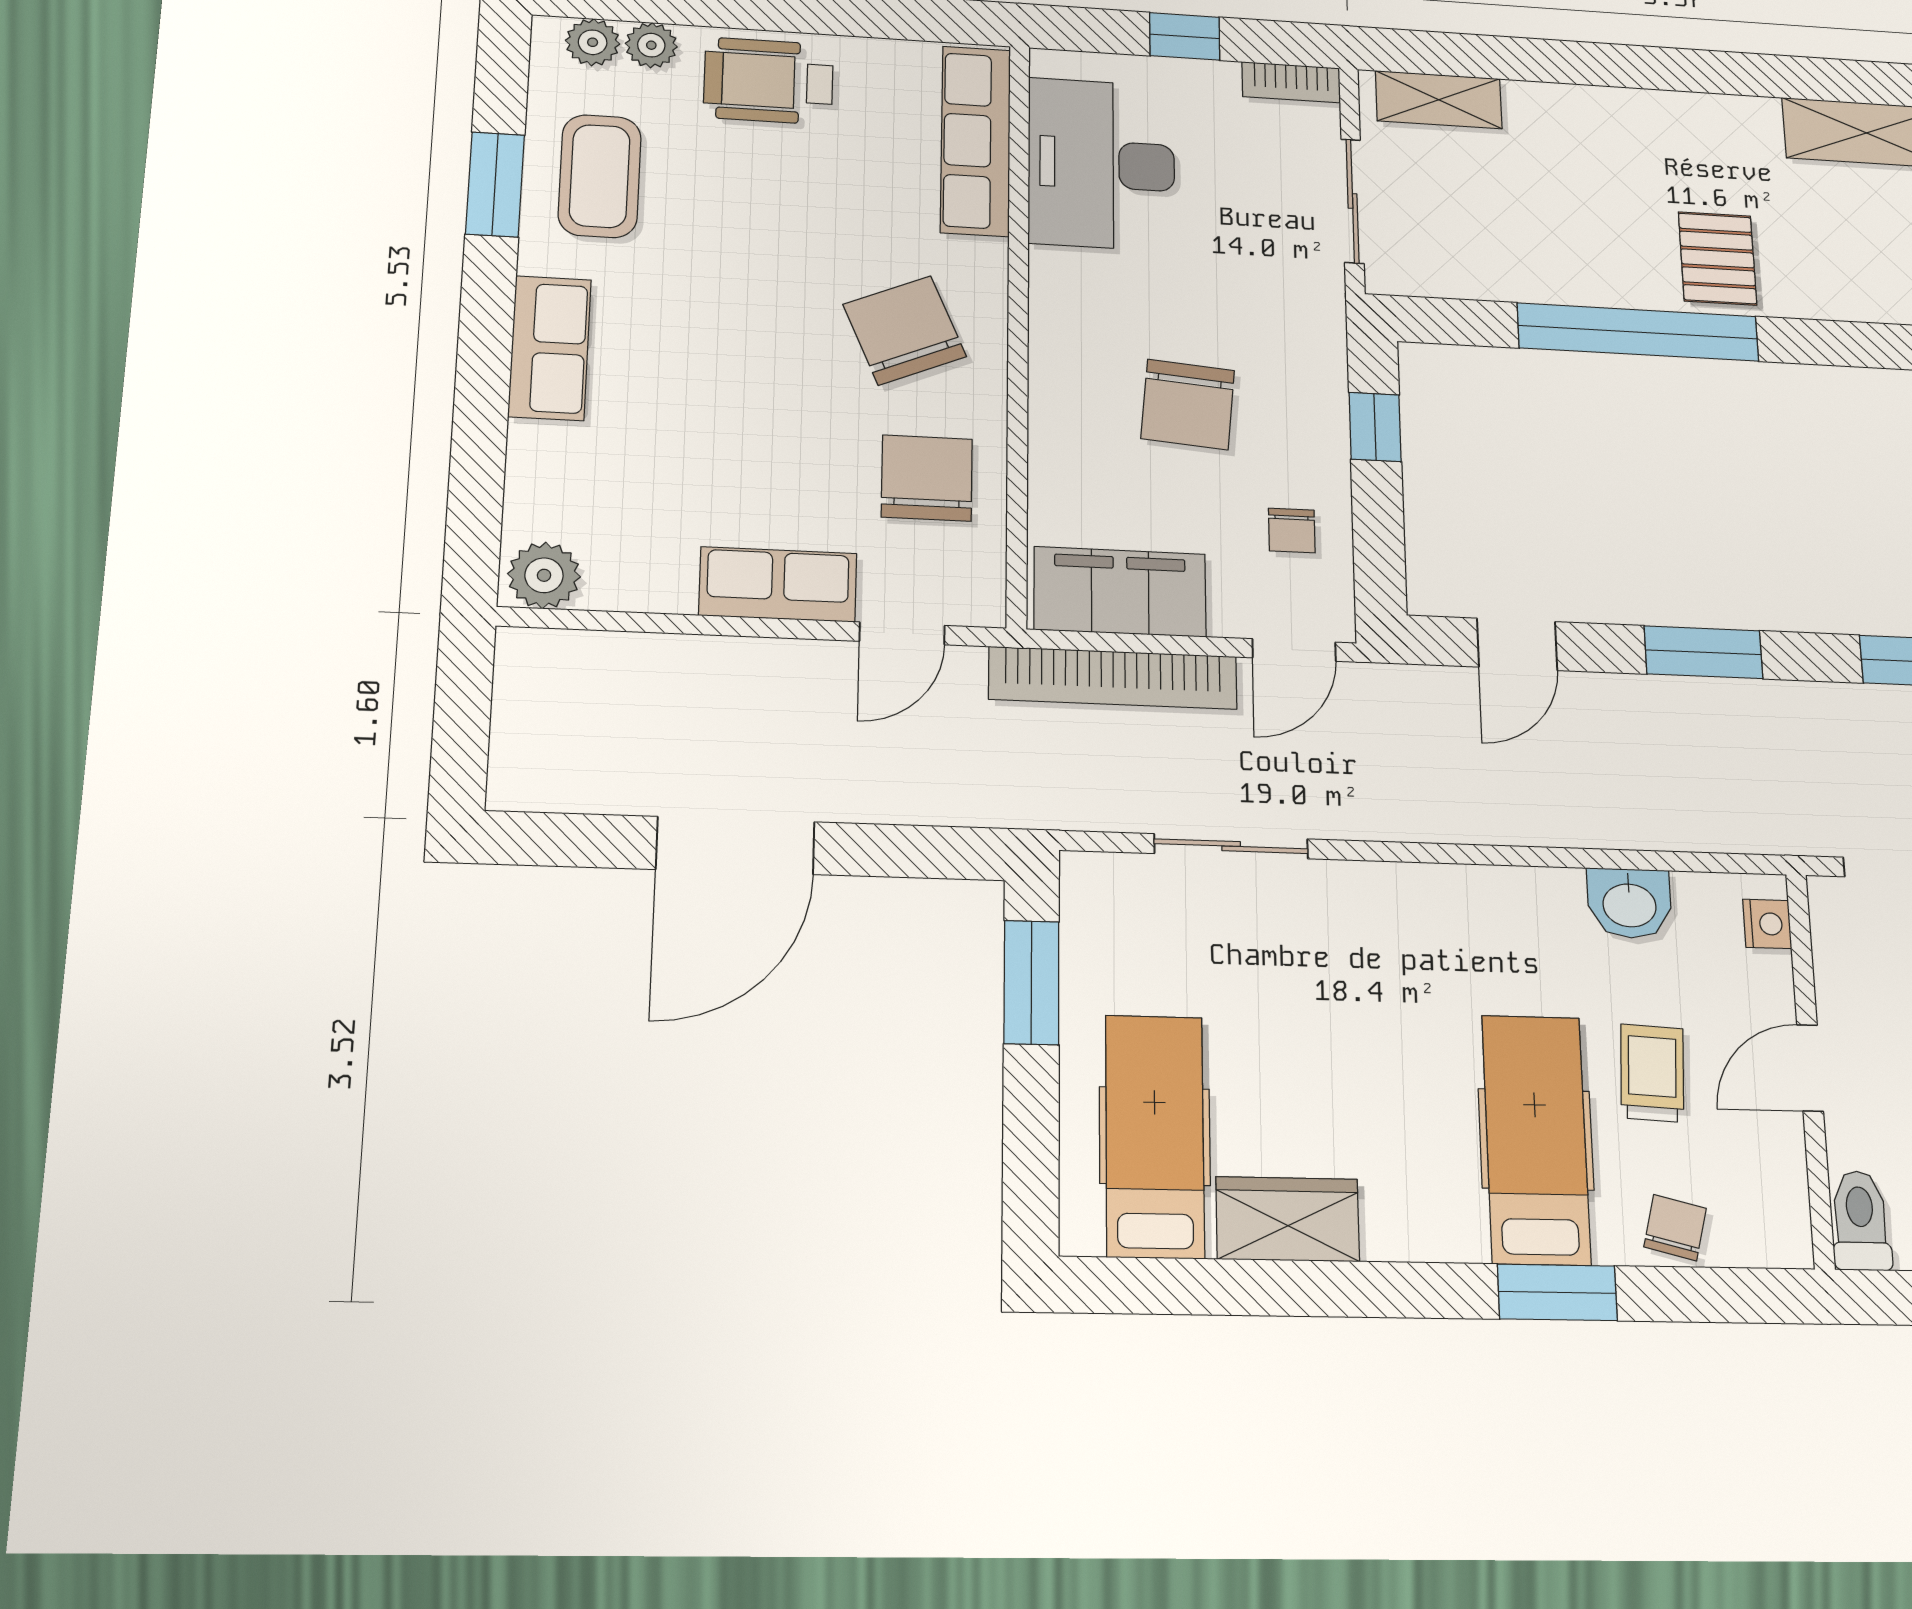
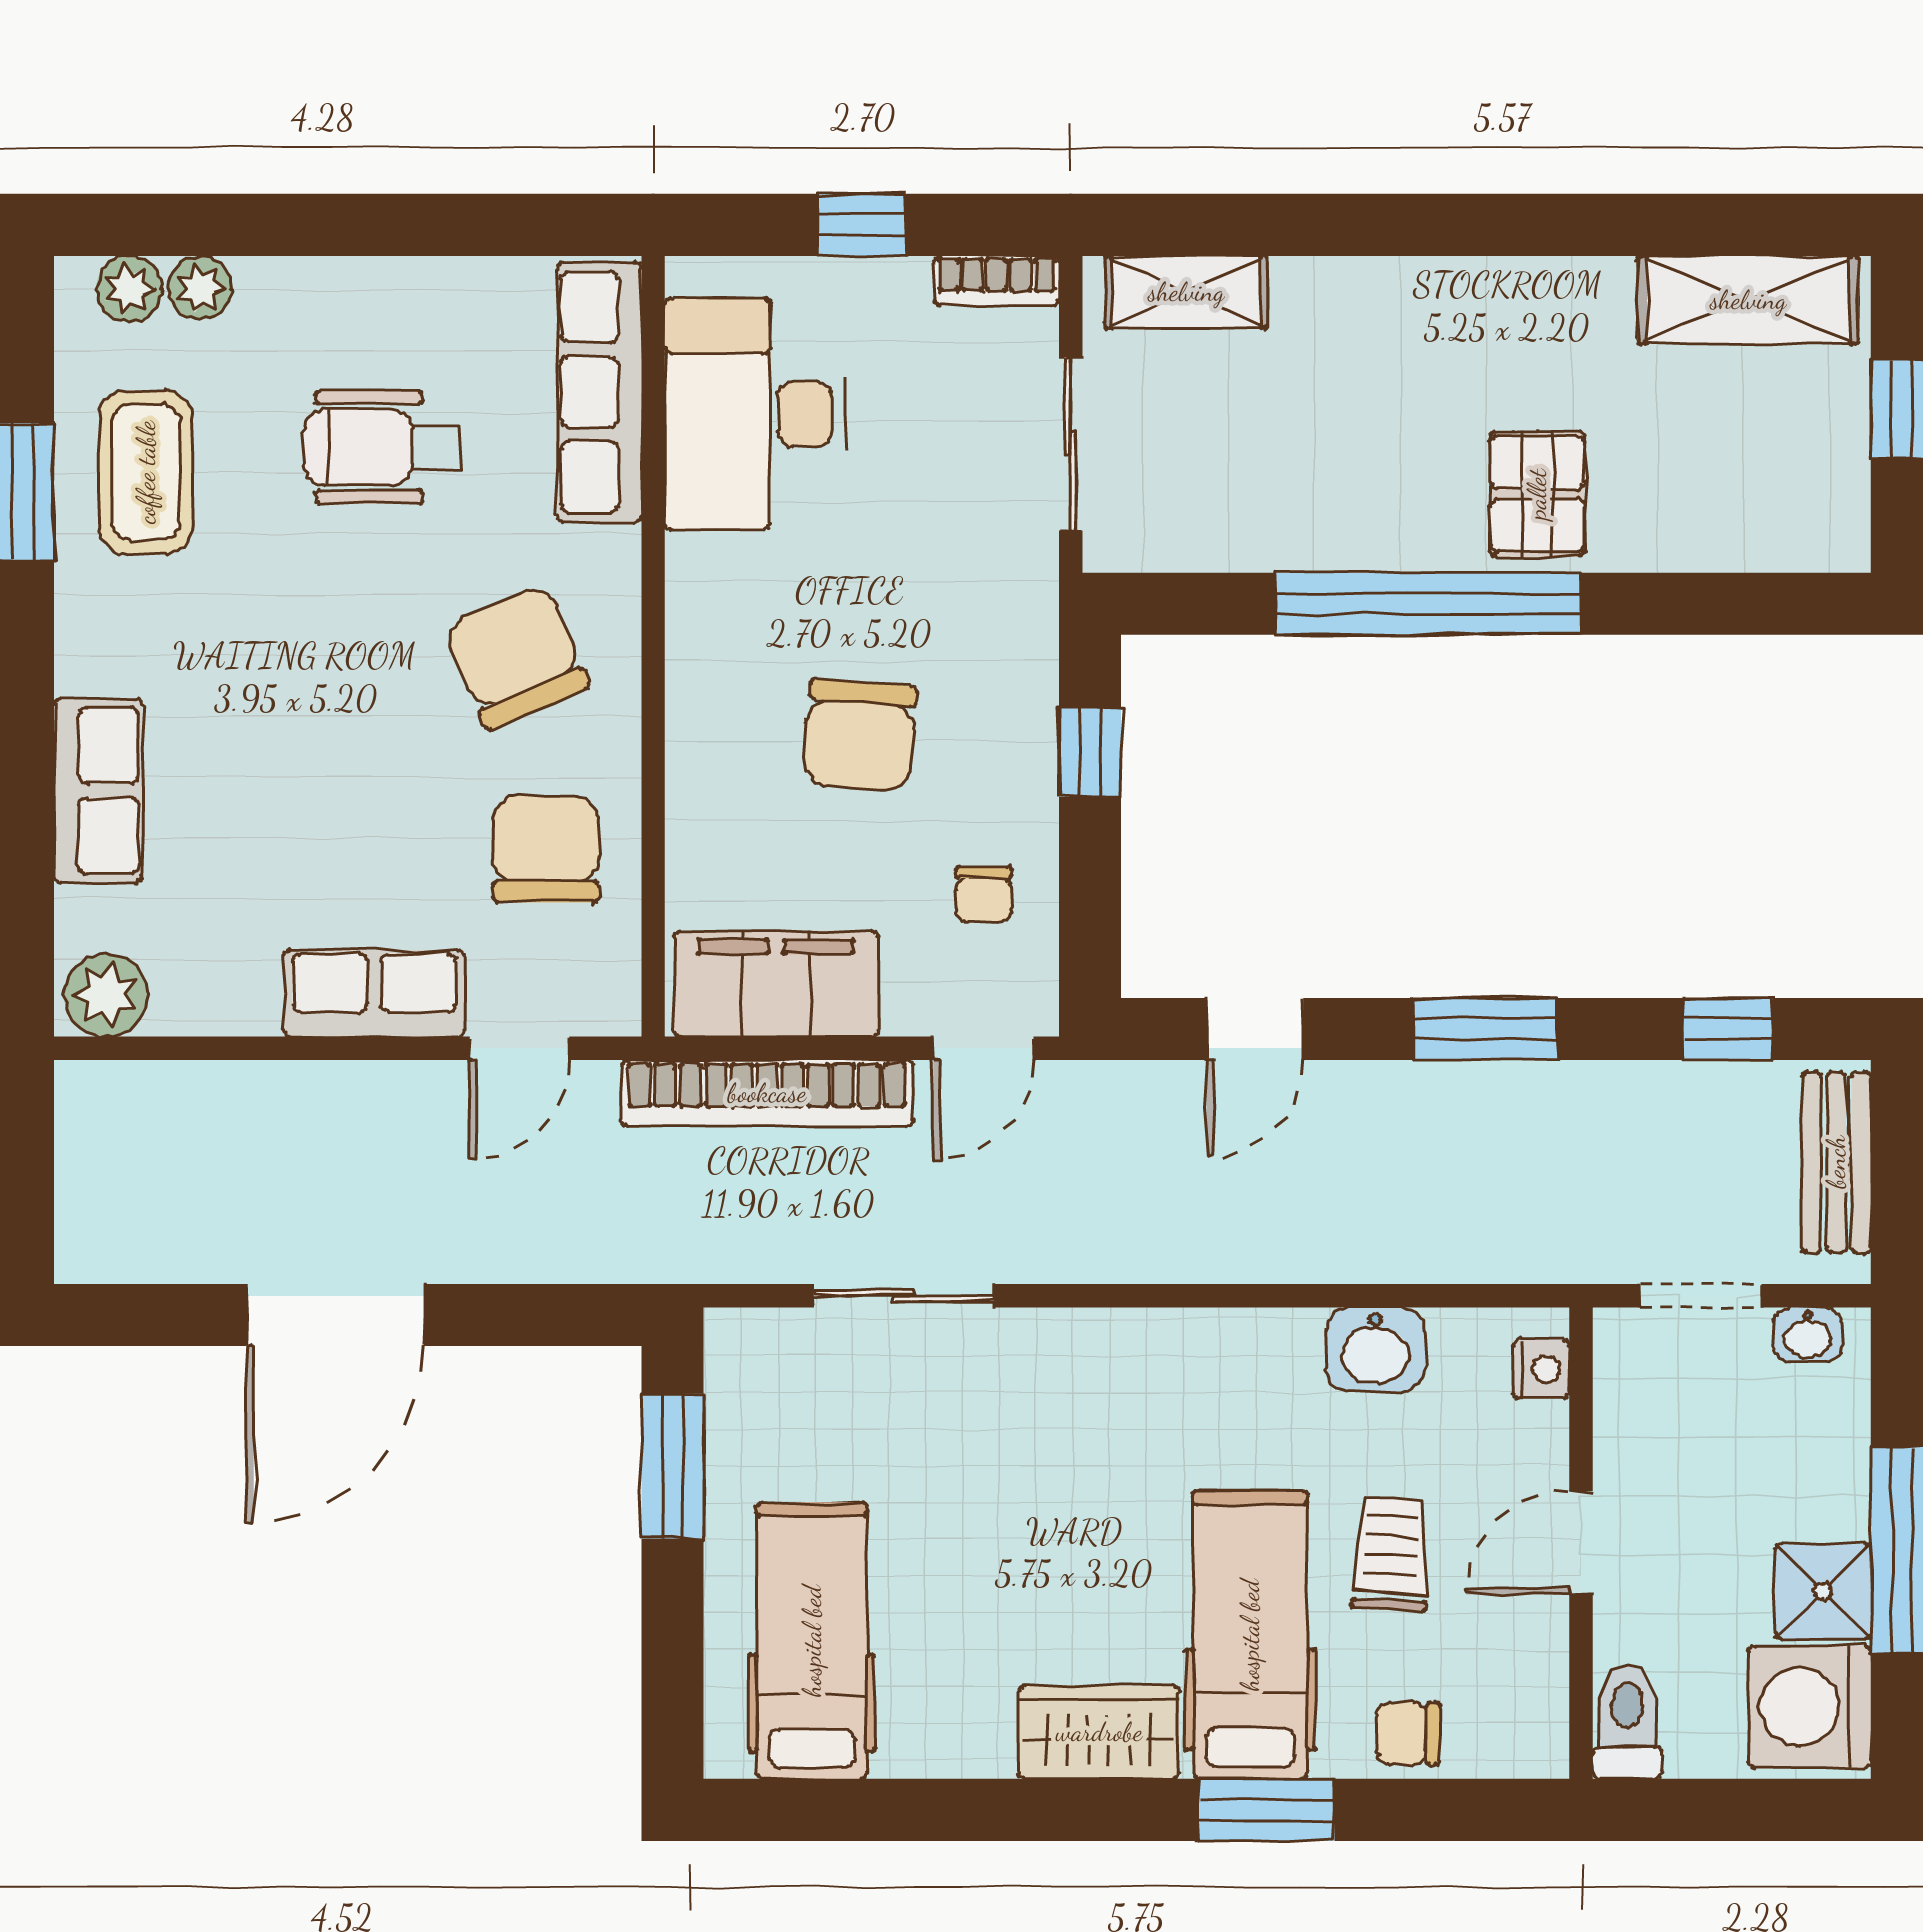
wheelchair: (769, 81) -> (381, 447), moved
row of seats: (550, 348) -> (98, 791), moved
wardrobe: (1288, 1219) -> (1099, 1732), moved
chair: (1675, 1228) -> (1408, 1734), turned -104

